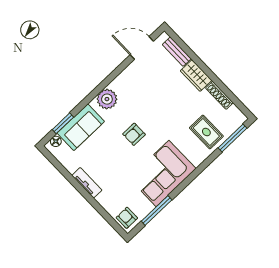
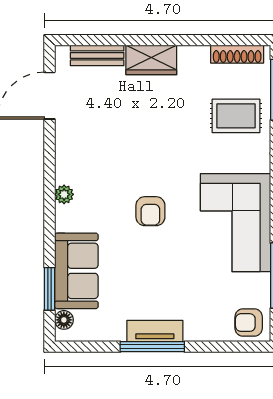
shoe rack: (219, 95) -> (237, 54), moved
plant: (107, 99) -> (64, 194), width x0.53, depth x0.53
window: (79, 188) -> (152, 347), added

